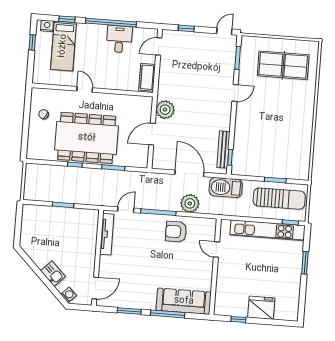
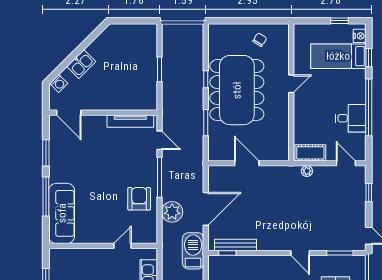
plant: (165, 110) -> (307, 171), moved, width x0.53, depth x0.53

